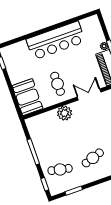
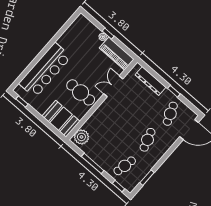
bar counter: (56, 40) -> (45, 70), moved
cafe table: (58, 84) -> (81, 92), width x1.37, depth x1.35
plant: (65, 113) -> (81, 137), moved

